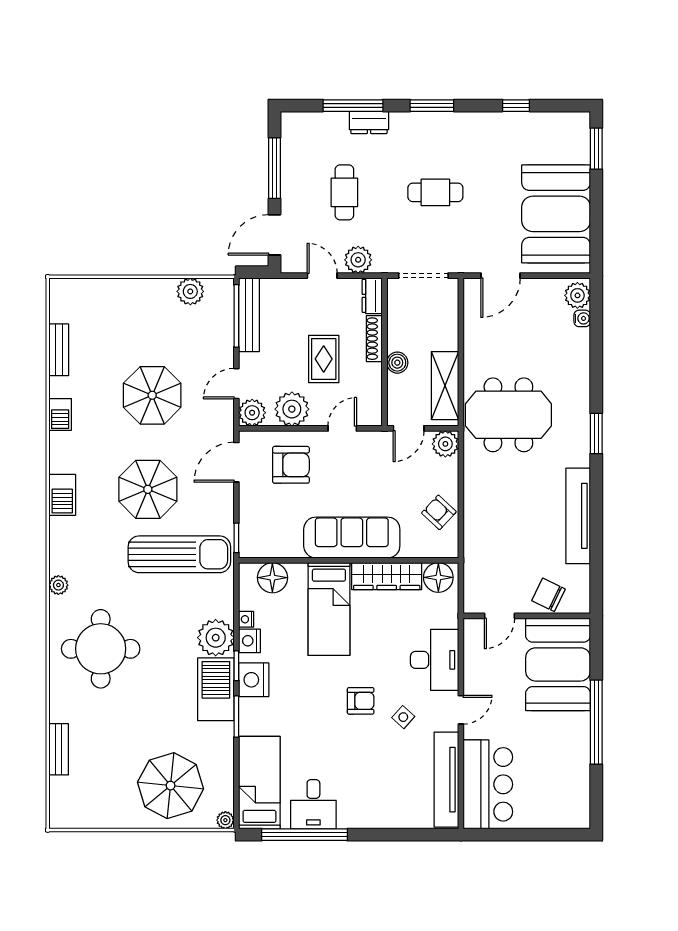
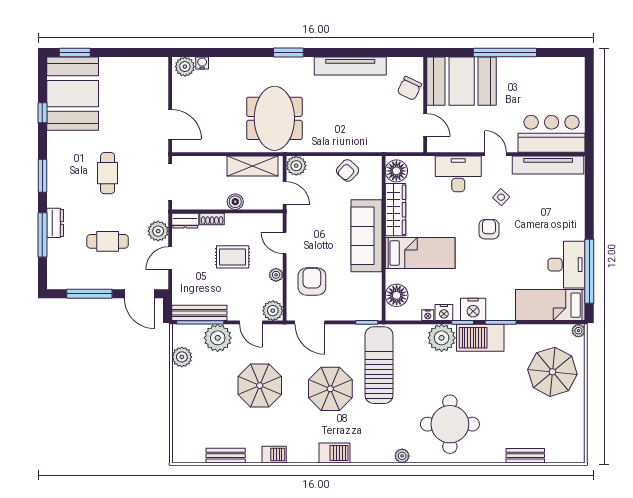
booth: (556, 214) -> (73, 94), moved, turned 90
plant: (216, 339) -> (218, 338), added
shoe rack: (374, 339) -> (212, 219), width x0.70
plant: (292, 409) -> (276, 275), width x0.53, depth x0.53
desk: (313, 804) -> (566, 265), width x1.37

